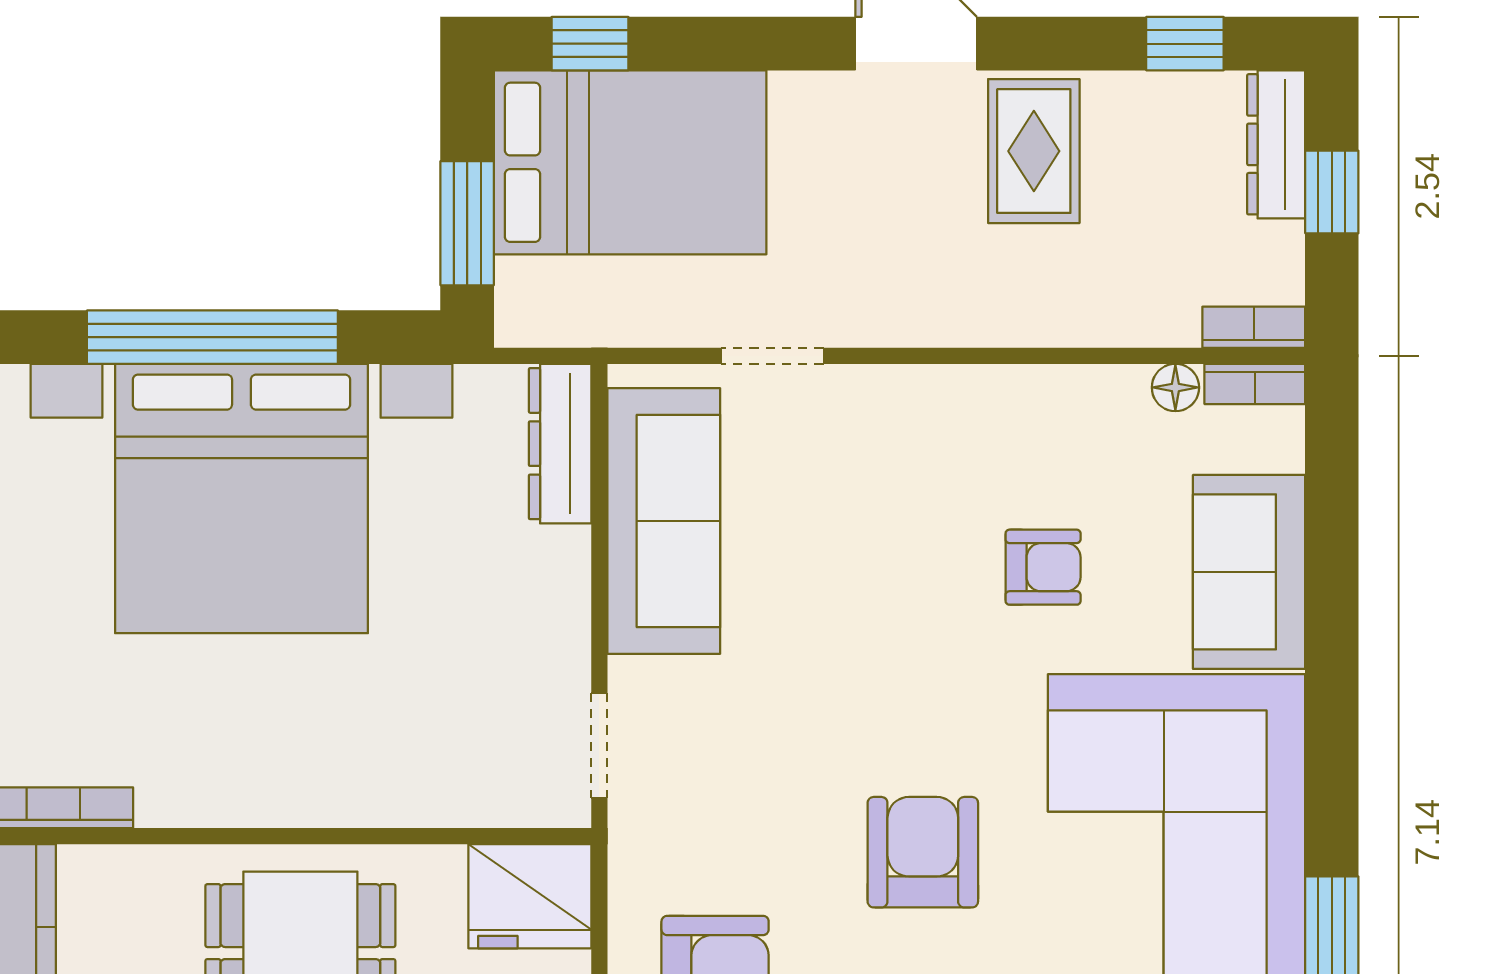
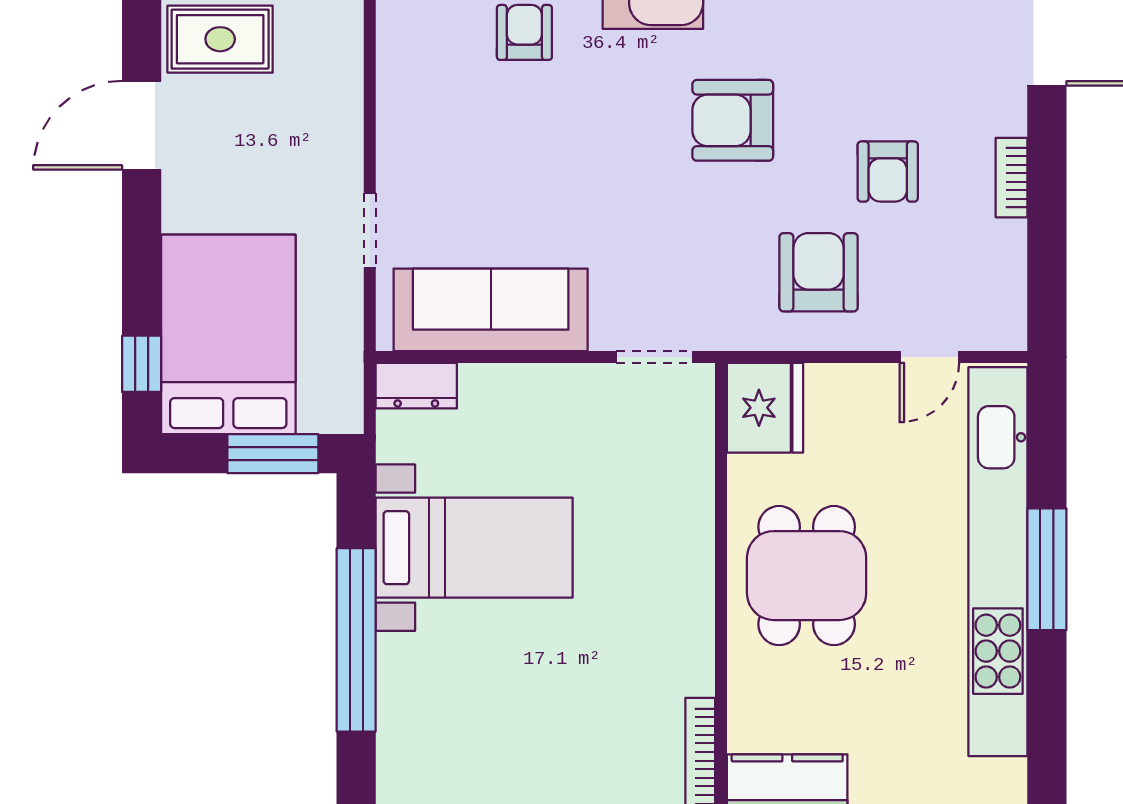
dresser: (560, 444) -> (416, 386), width x0.70
bed with nightstands: (241, 499) -> (474, 548), width x0.54

